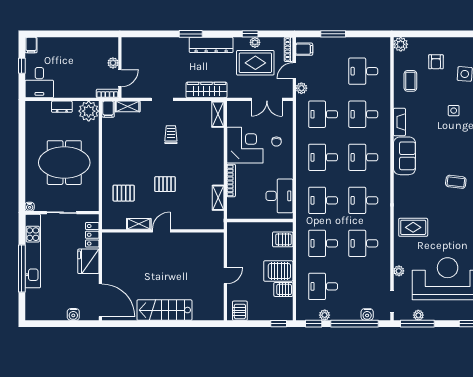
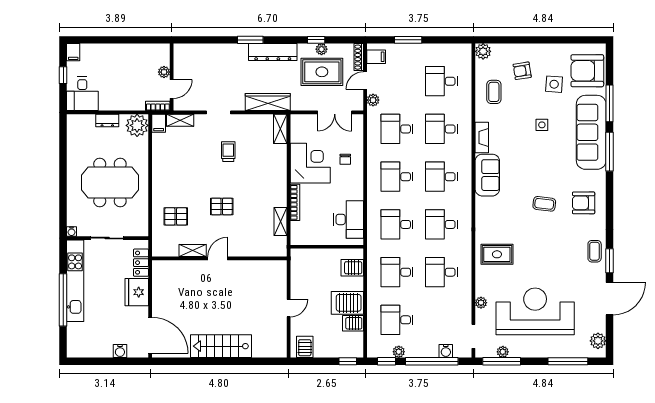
armchair: (436, 62) -> (522, 71), turned 81

